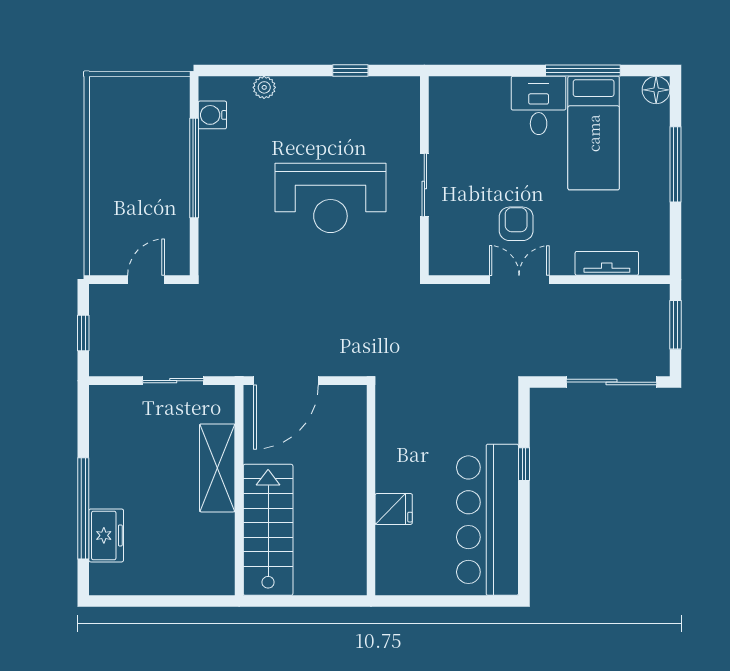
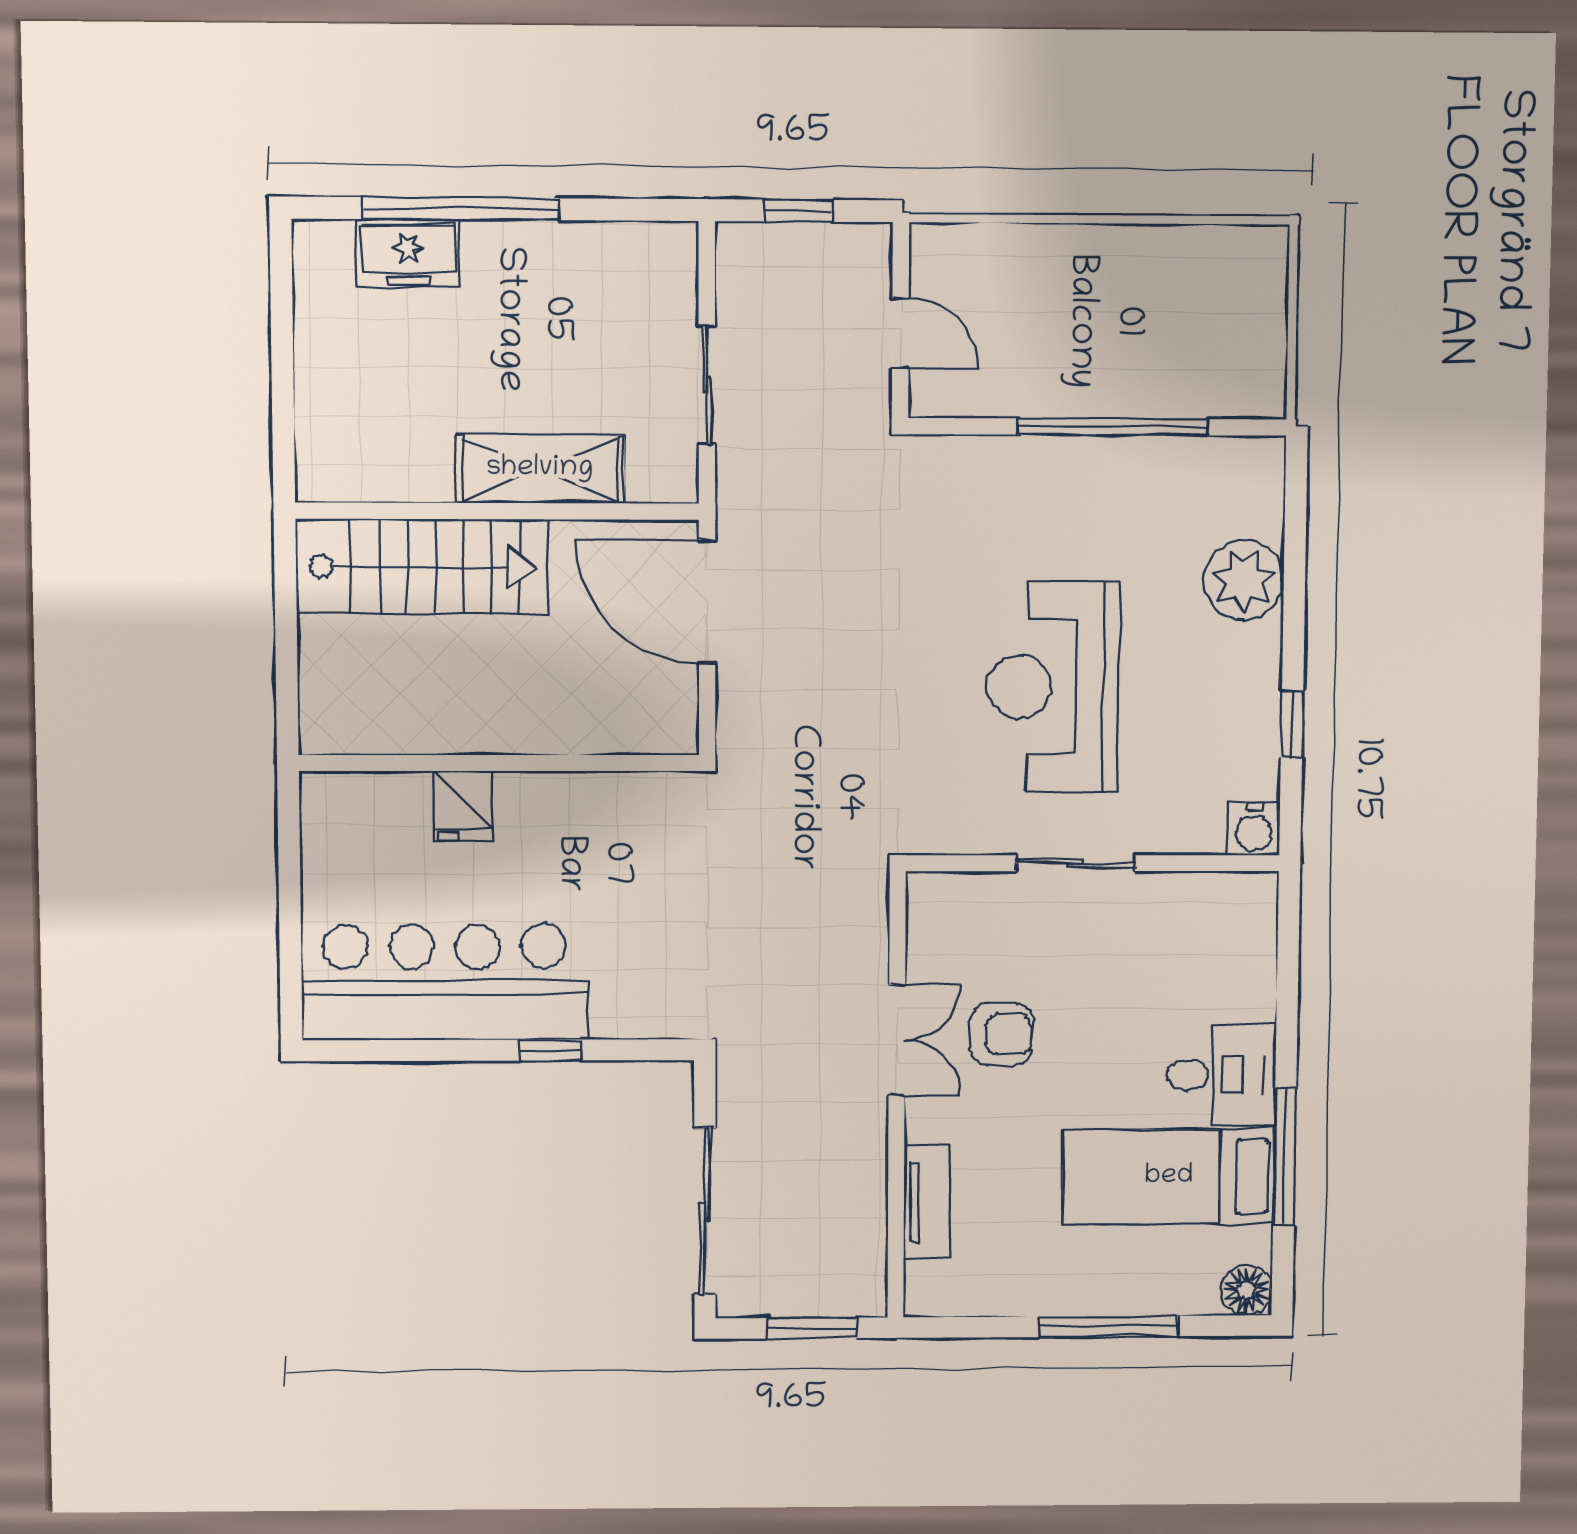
plant: (264, 87) -> (1244, 580), width x1.87, depth x1.87
water cooler: (212, 115) -> (1254, 829), moved, turned 180

